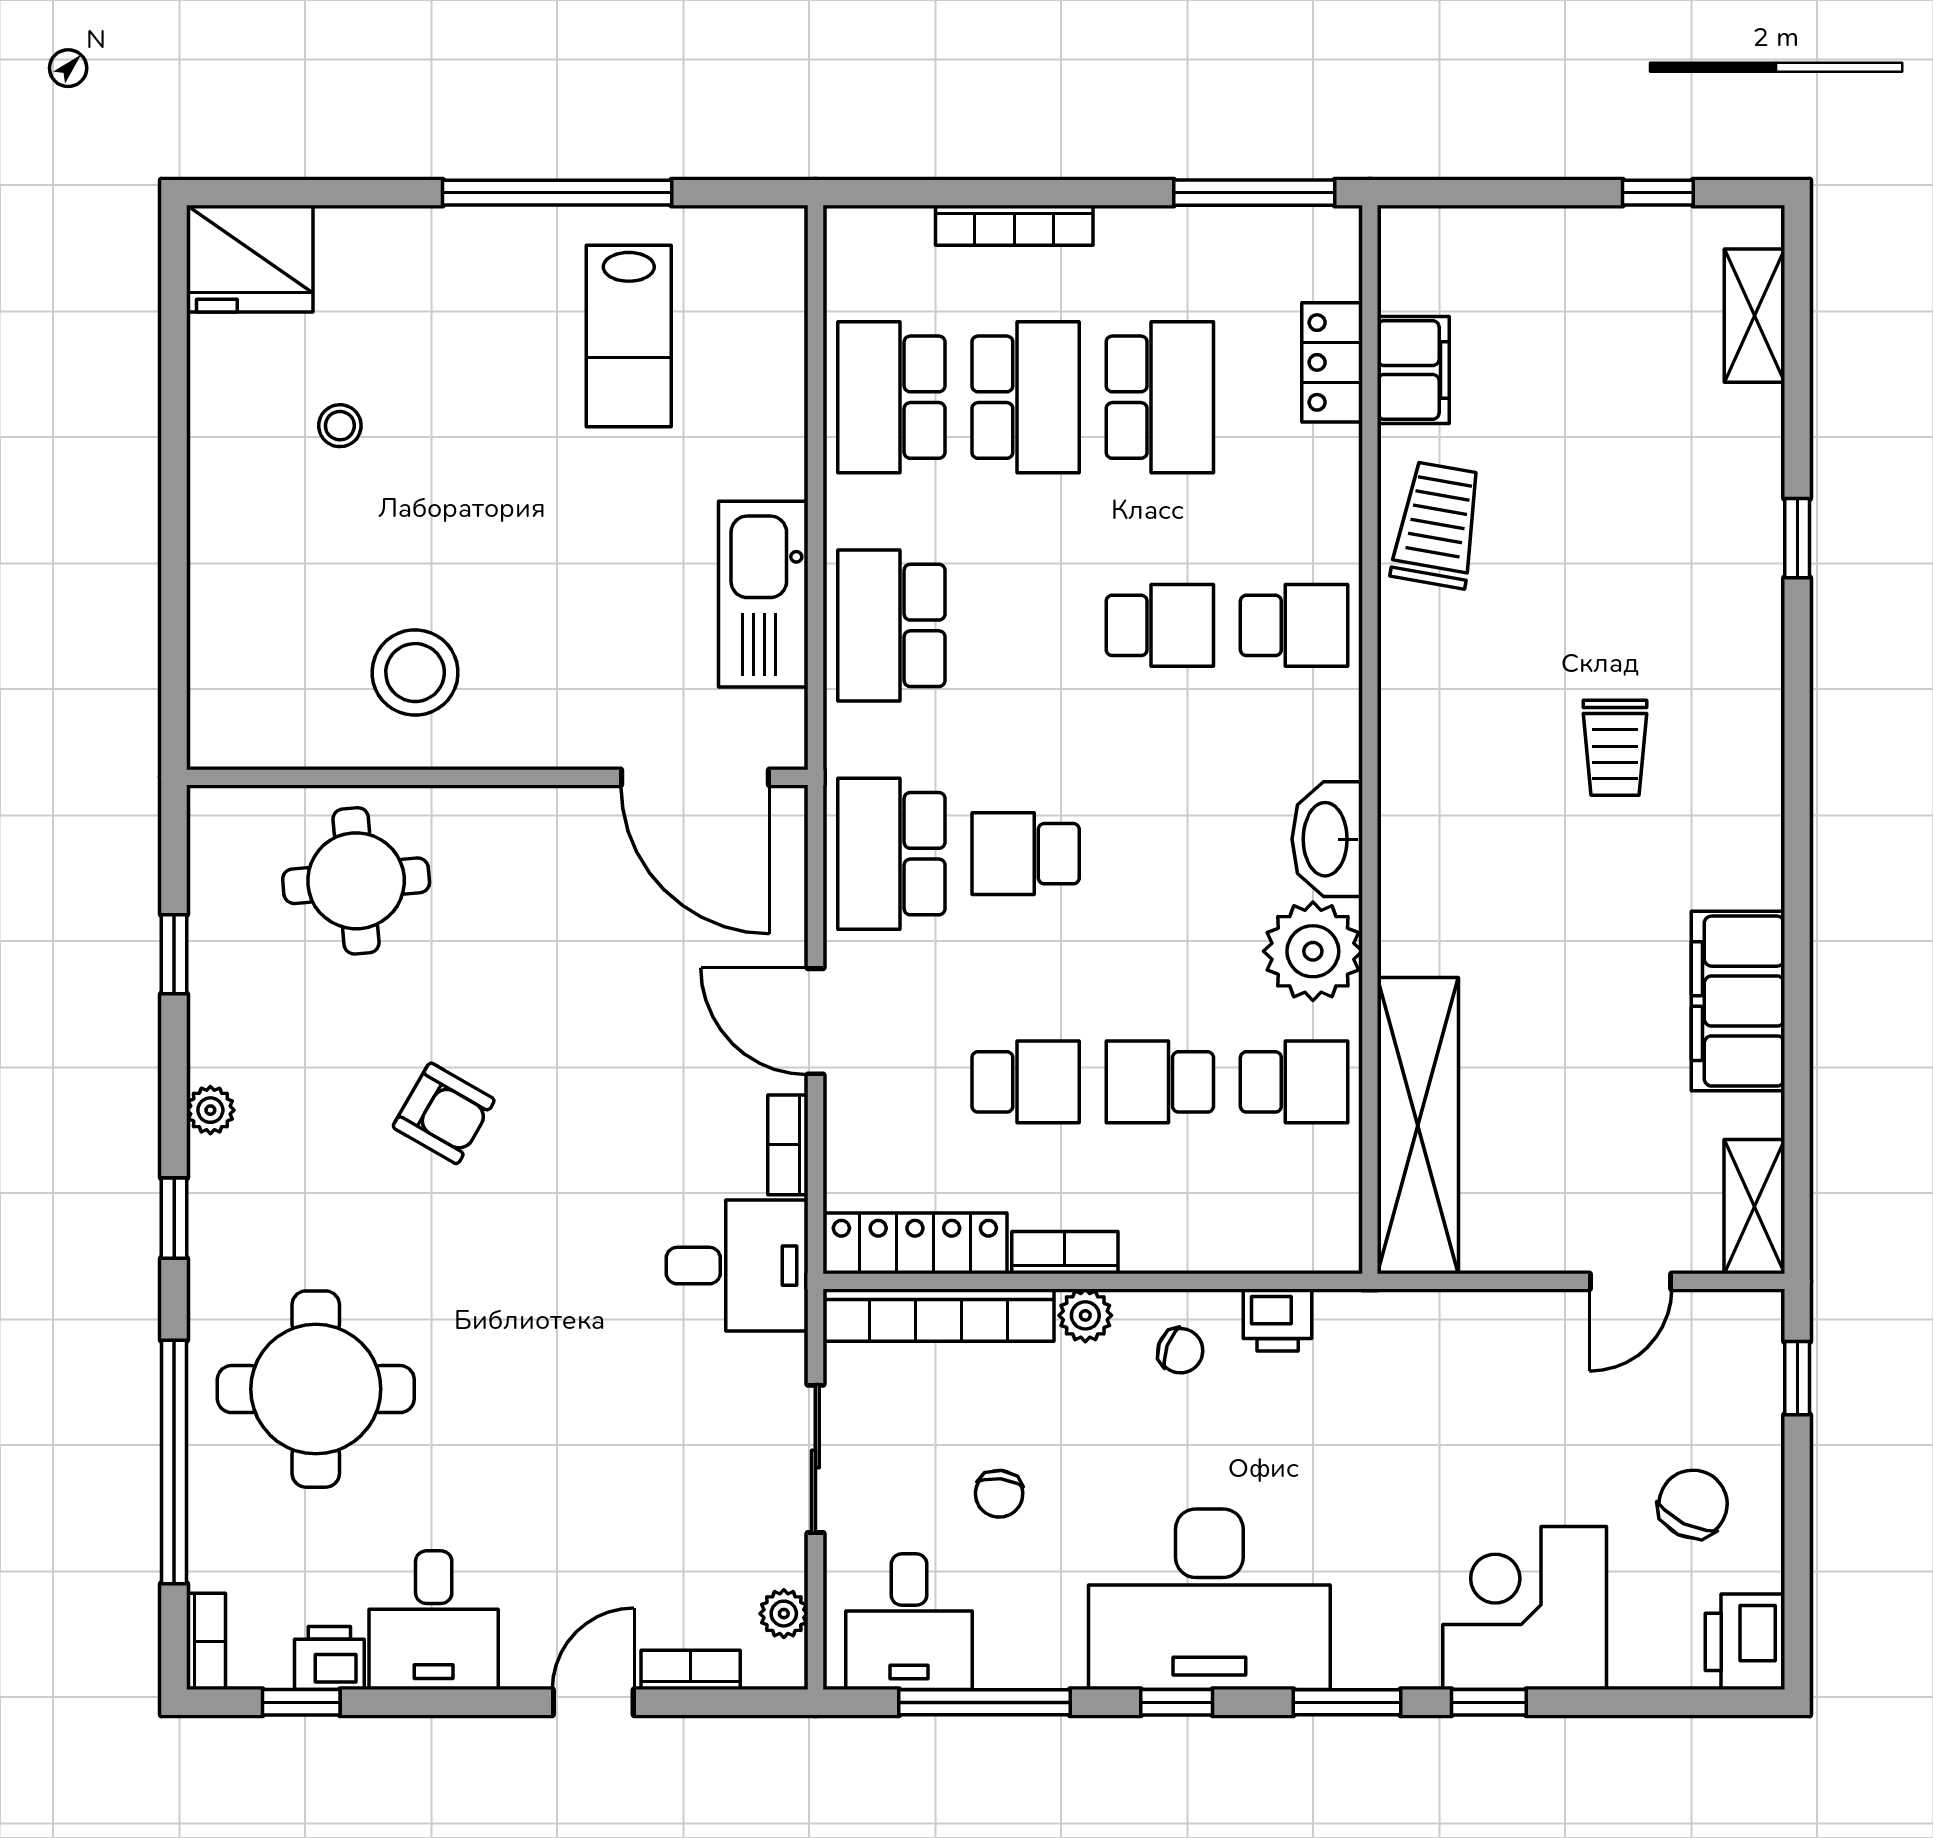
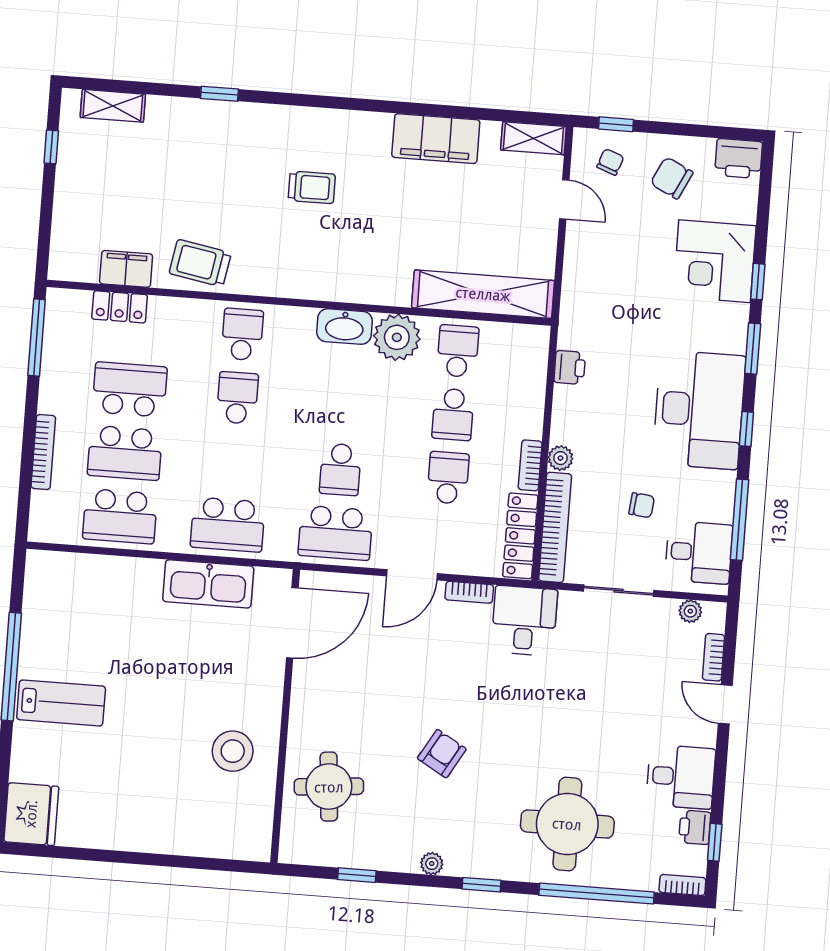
lab bench: (629, 336) -> (61, 703), moved
school desk: (1026, 397) -> (125, 453), turned 180
stool: (340, 426) -> (113, 778), removed
chair: (1180, 1351) -> (610, 162), moved

